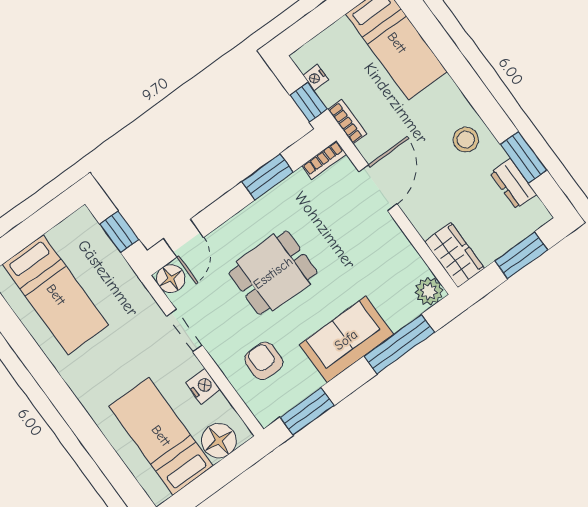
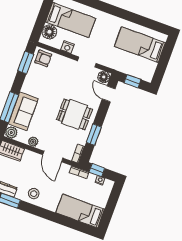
plant: (398, 244) -> (33, 142), added
dining table: (273, 273) -> (74, 114), moved, turned 90
sofa: (346, 340) -> (23, 111), moved
armchair: (264, 361) -> (43, 58), moved

